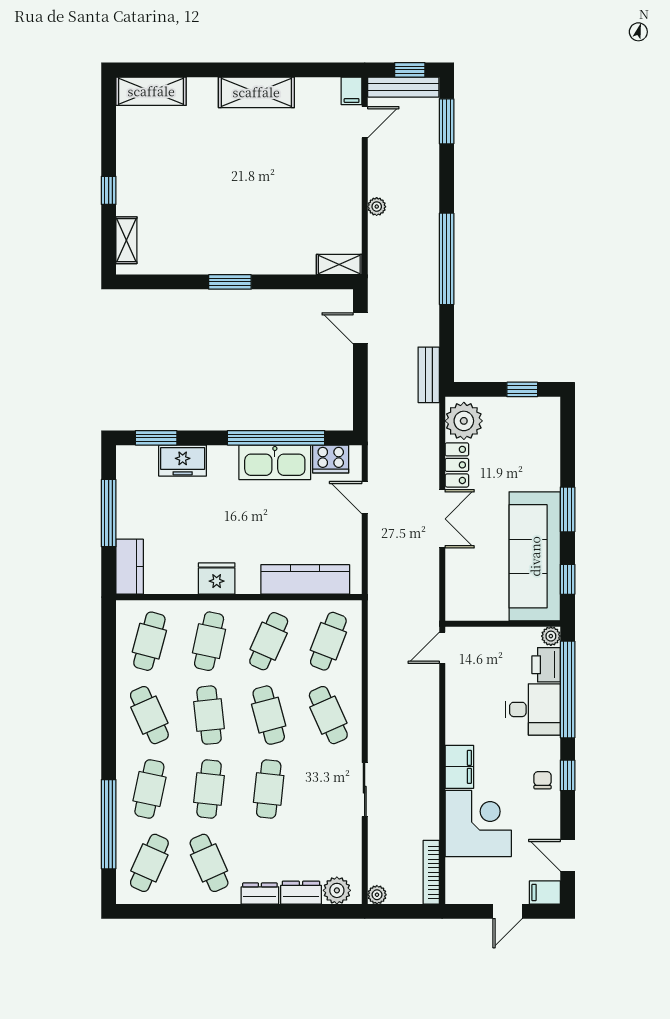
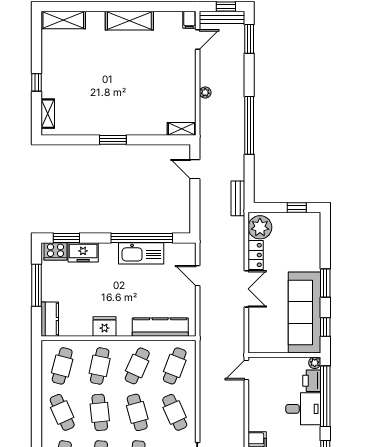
cooker: (331, 459) -> (55, 251), moved

